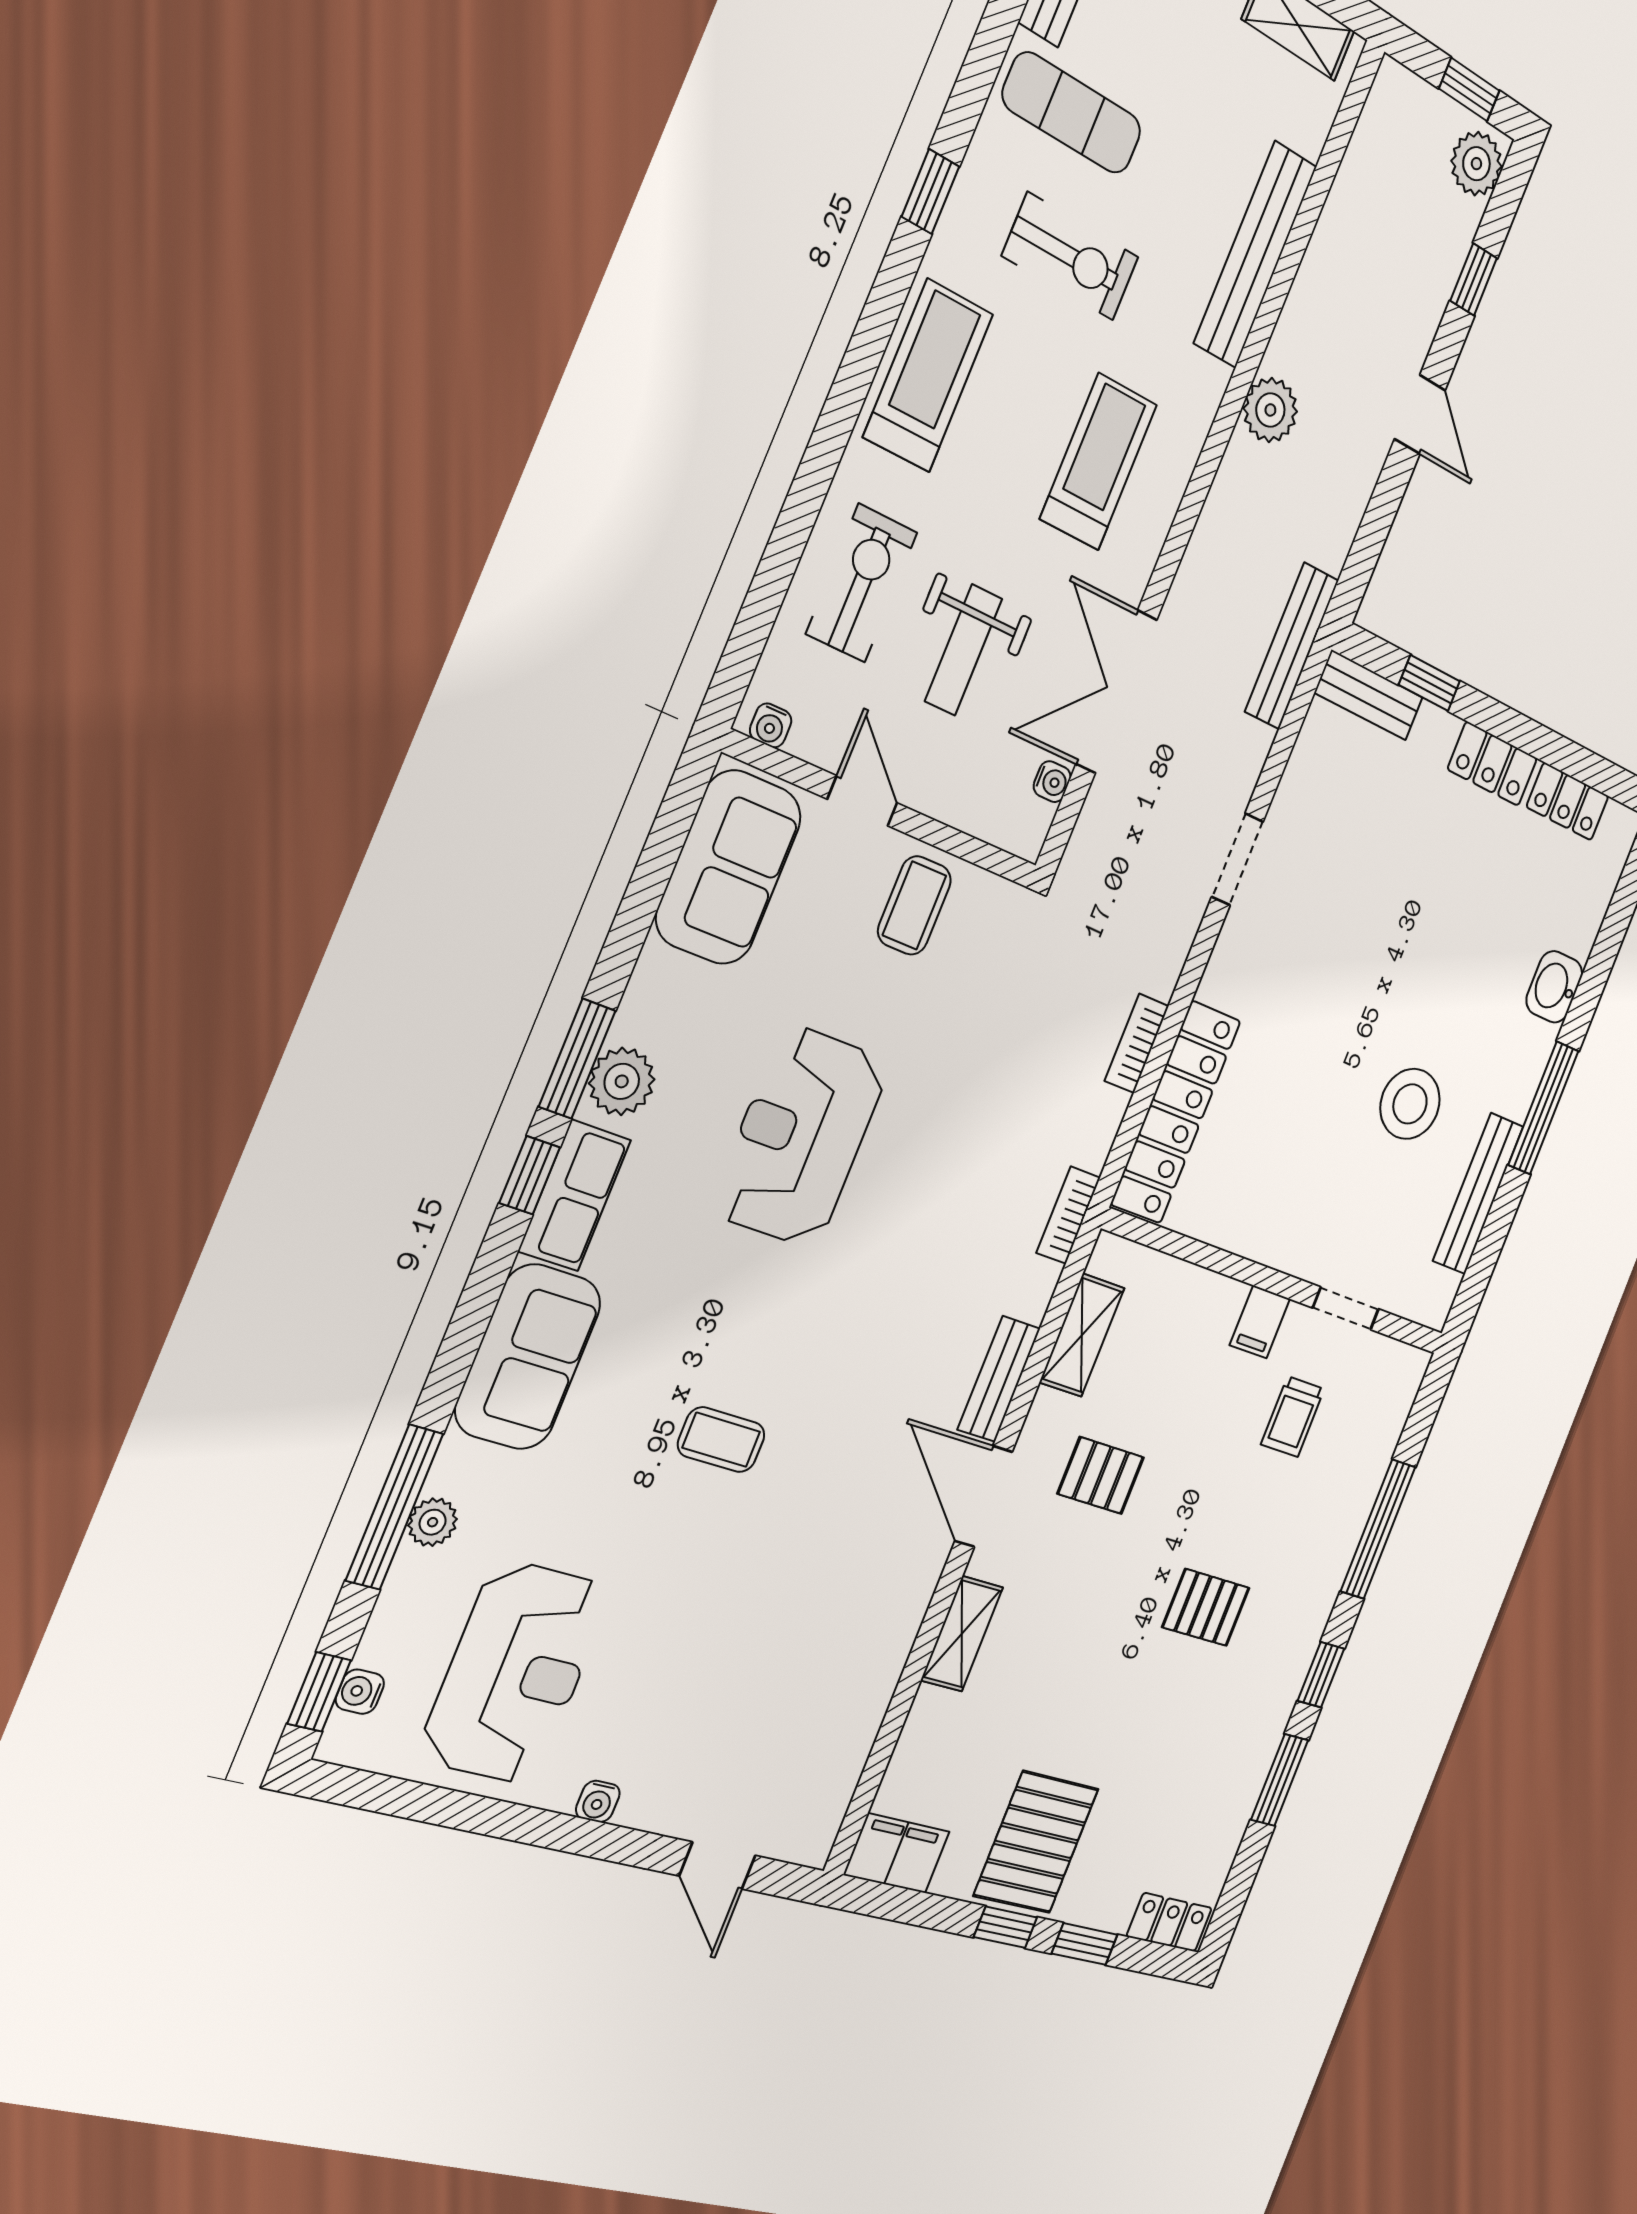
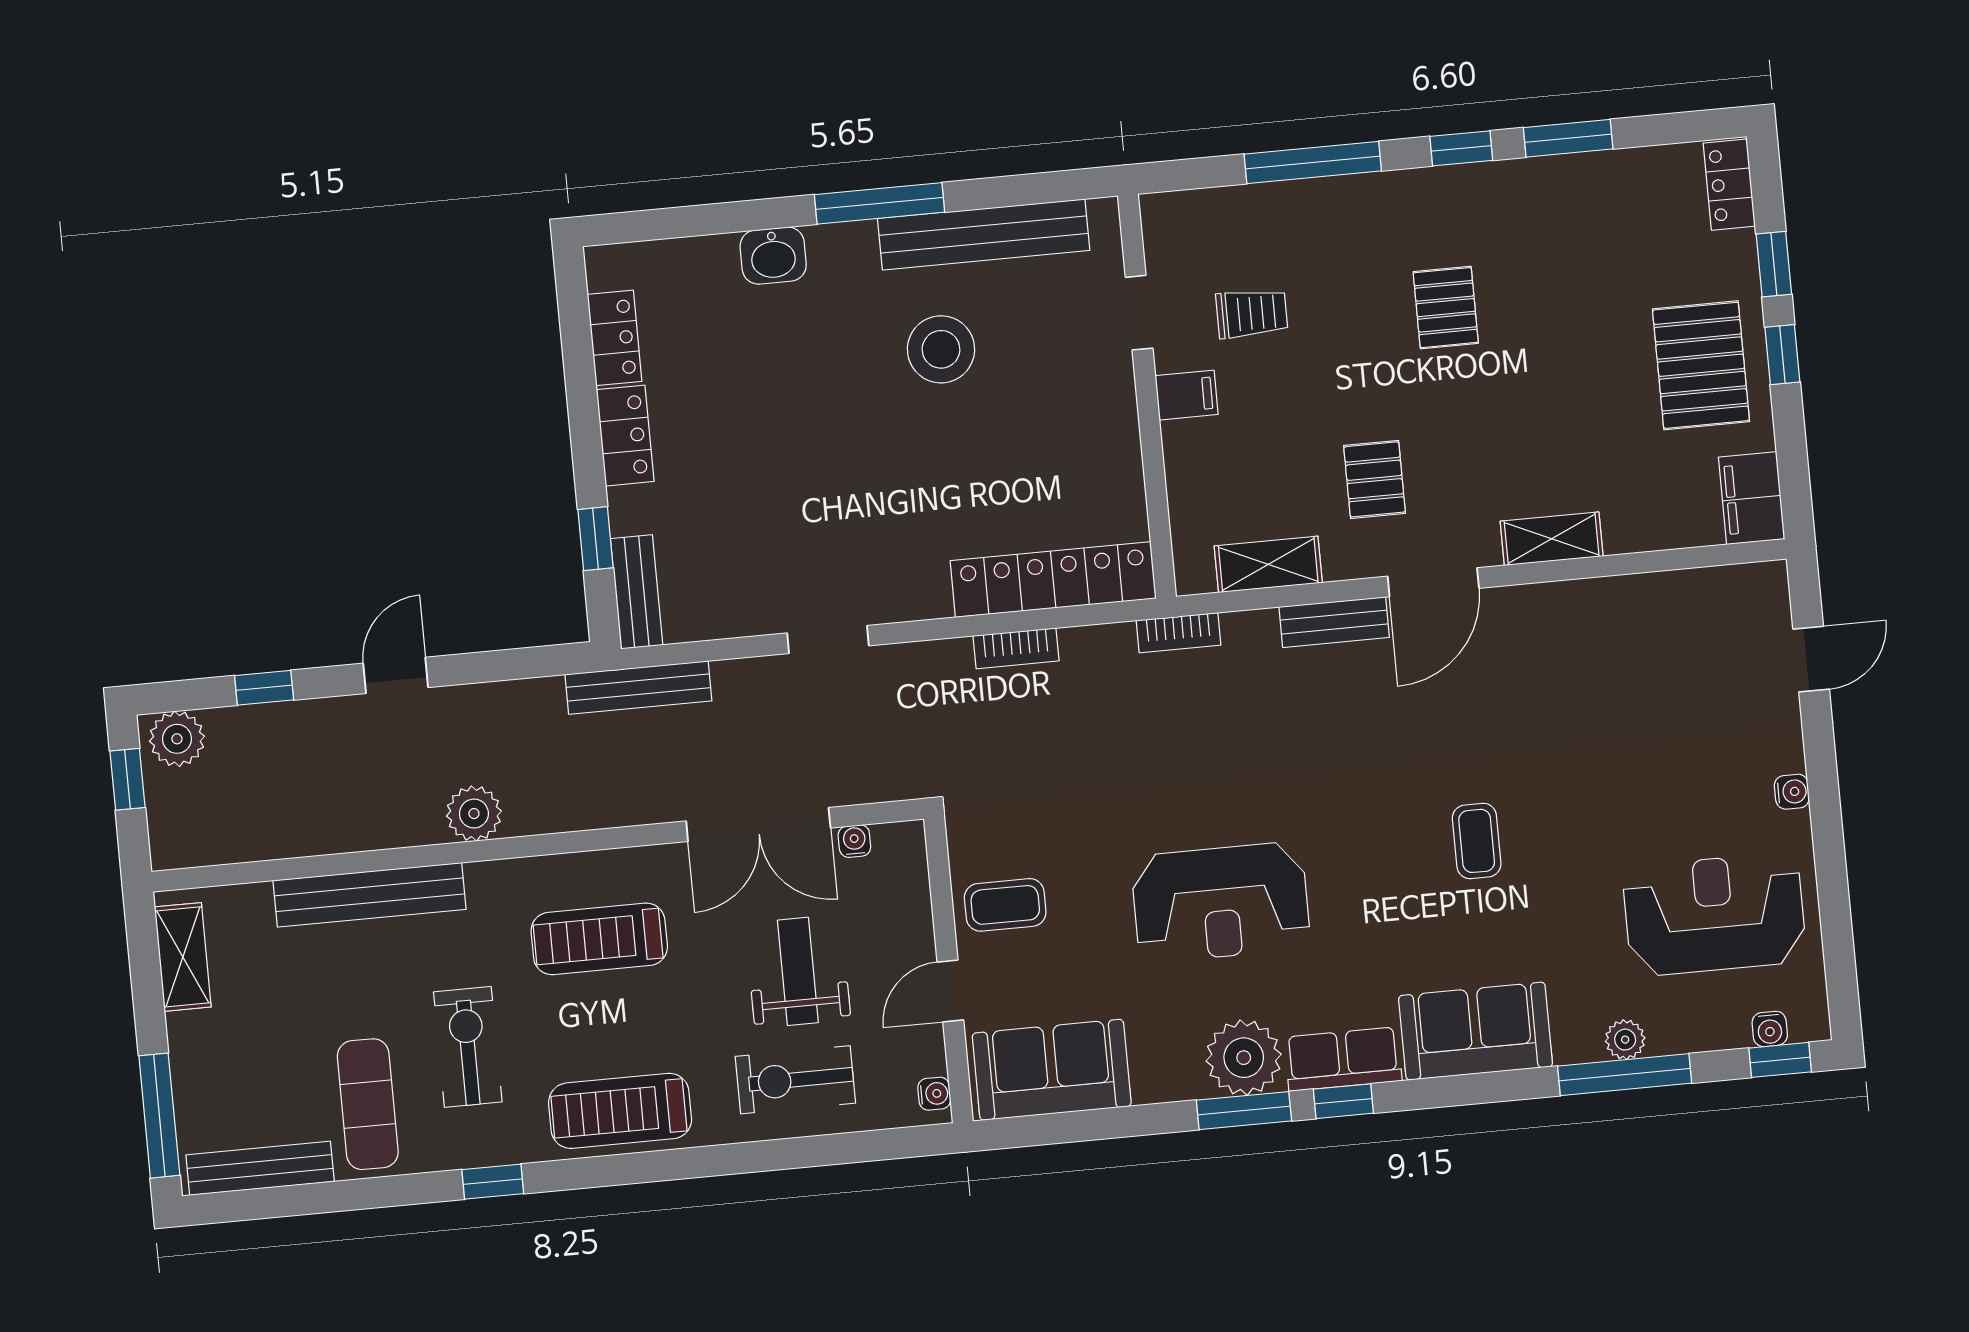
weight bench: (963, 650) -> (798, 971), turned -90
plant: (622, 1081) -> (1244, 1058), width x1.36, depth x1.36
bench: (1478, 1194) -> (984, 234), width x1.37, depth x1.21
pallet: (1036, 1842) -> (1701, 365), turned 90

